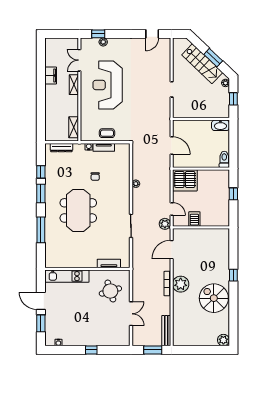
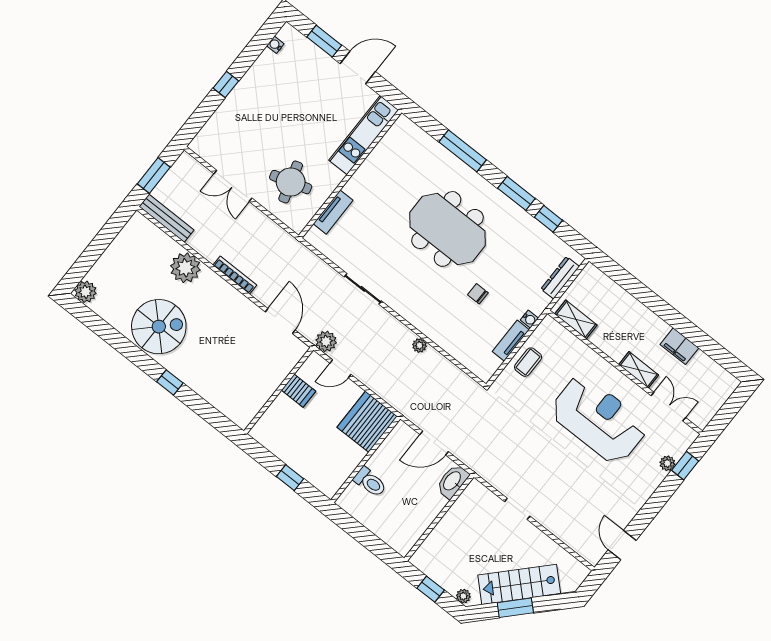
washbasin: (220, 125) -> (452, 481), moved
toilet: (224, 159) -> (370, 482), moved
plant: (181, 284) -> (185, 268), moved

